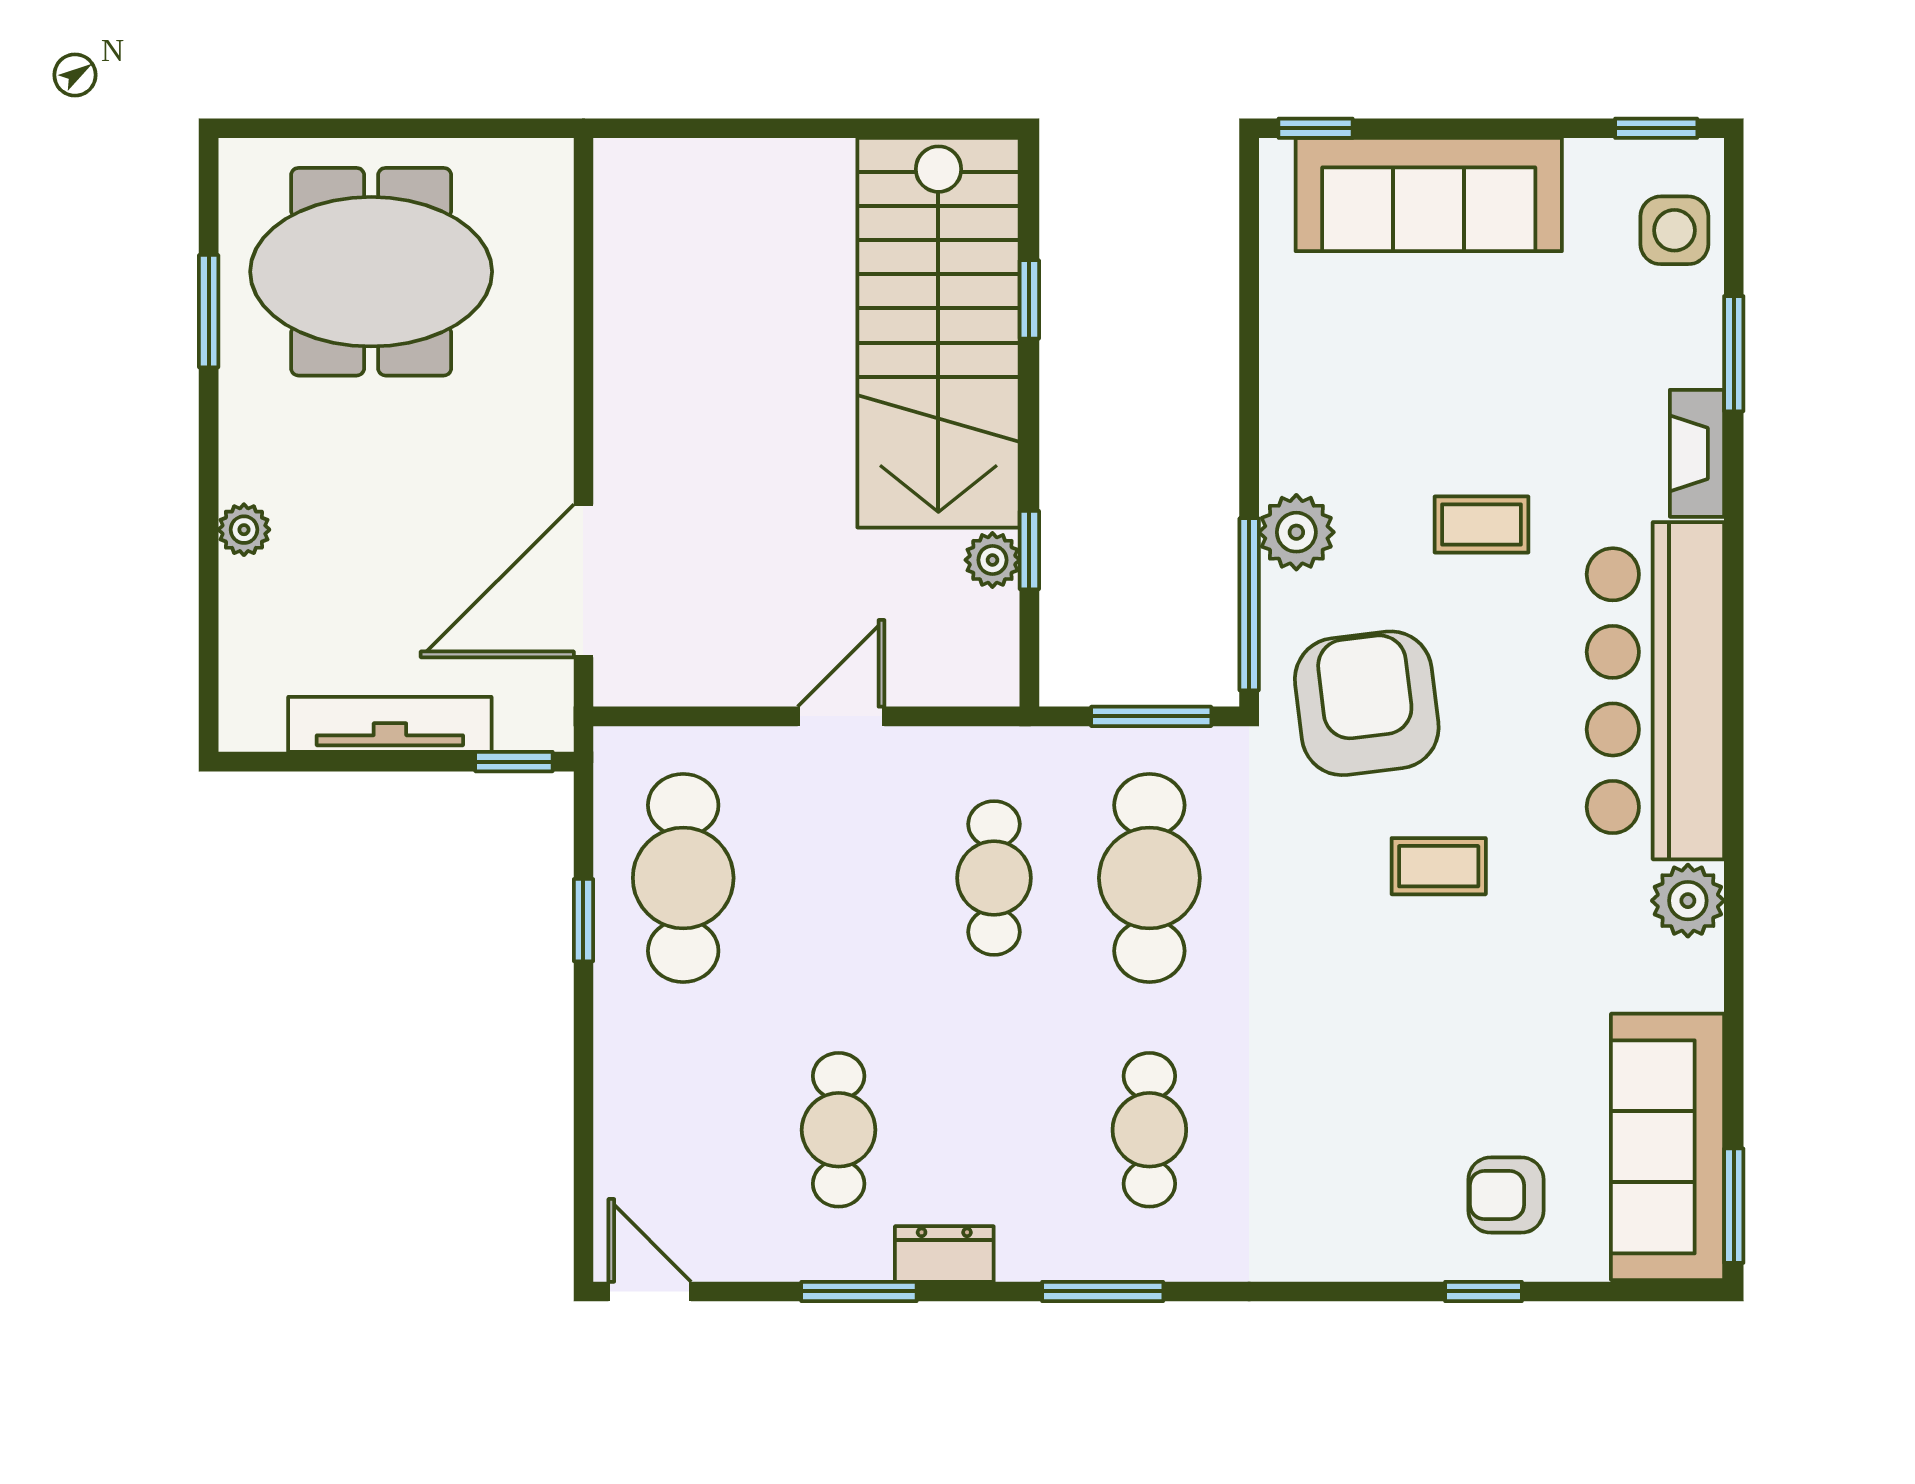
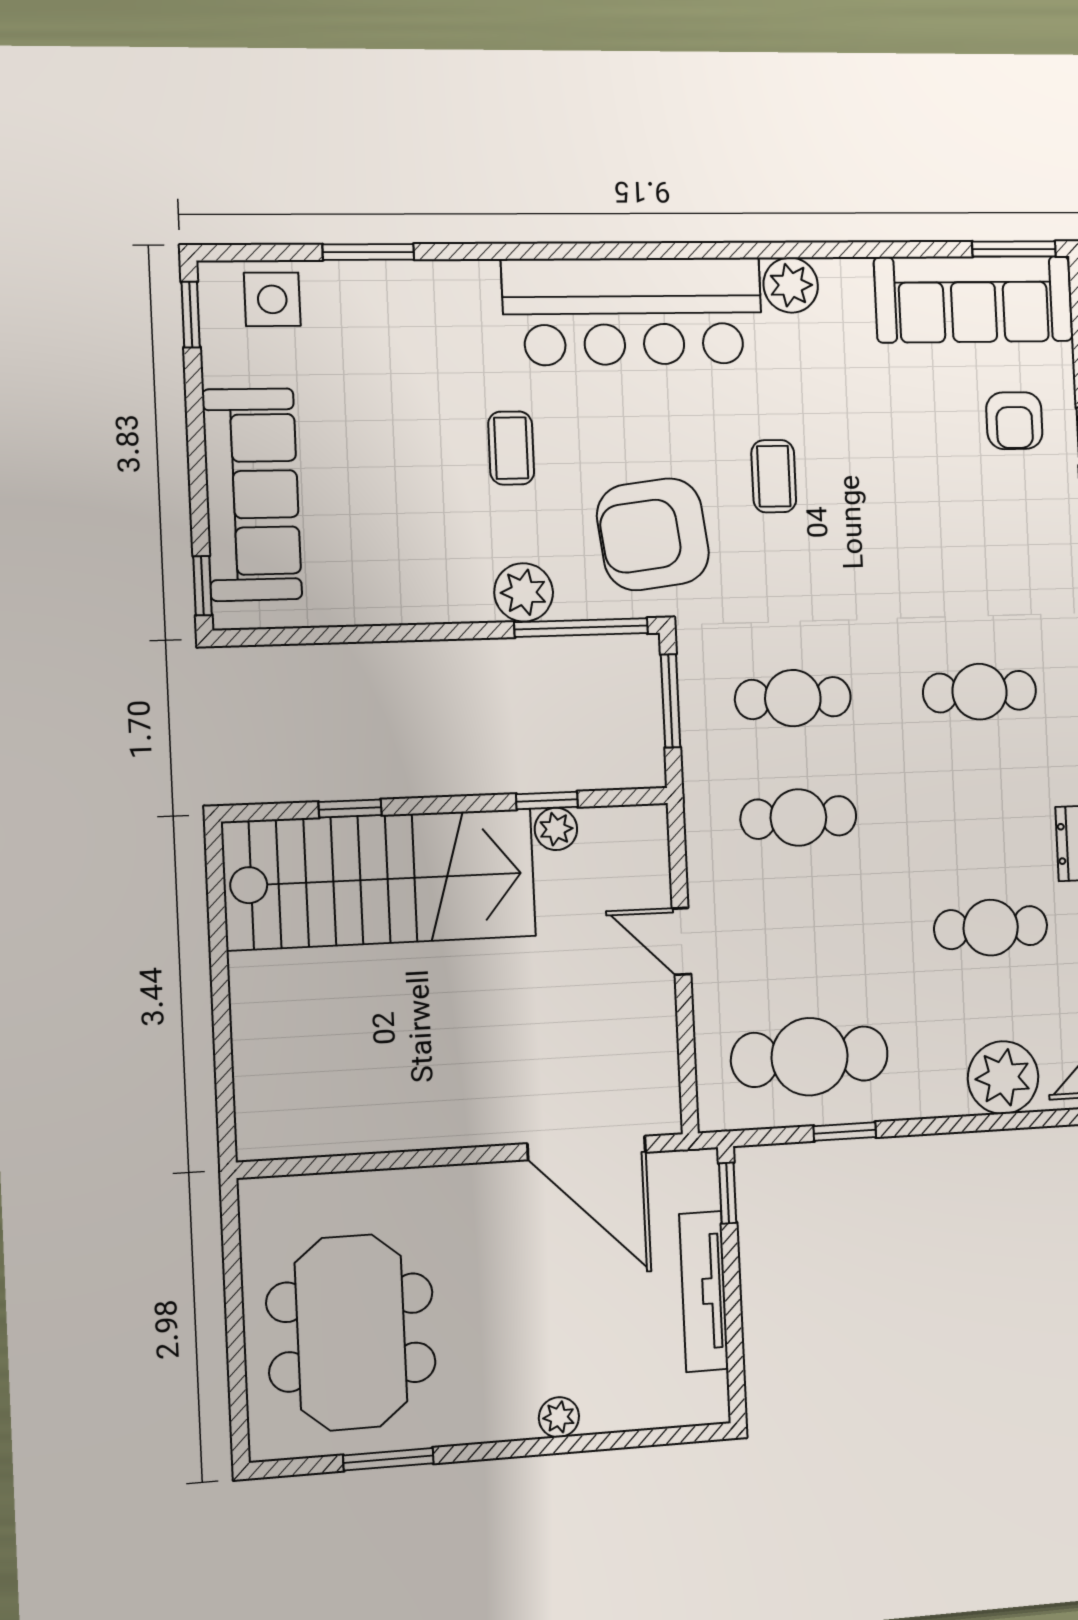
fireplace: (1697, 453) -> (448, 280), removed
cafe table: (1149, 878) -> (793, 698), width x0.73, depth x0.74
plant: (641, 1137) -> (1003, 1078), added

